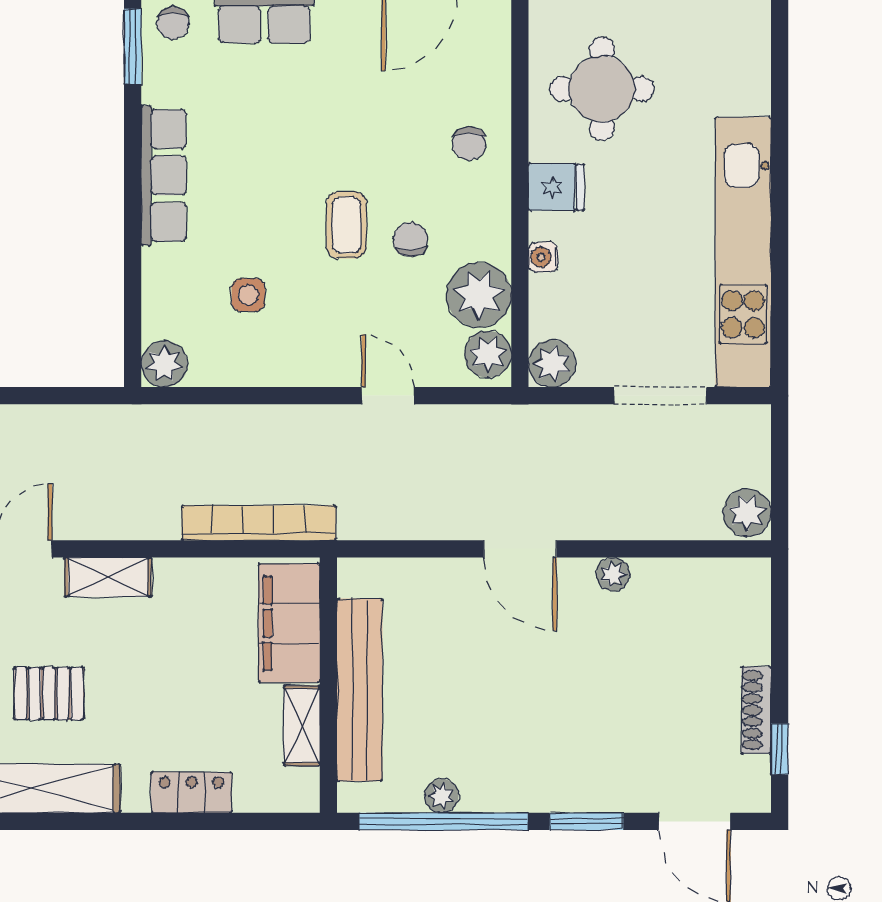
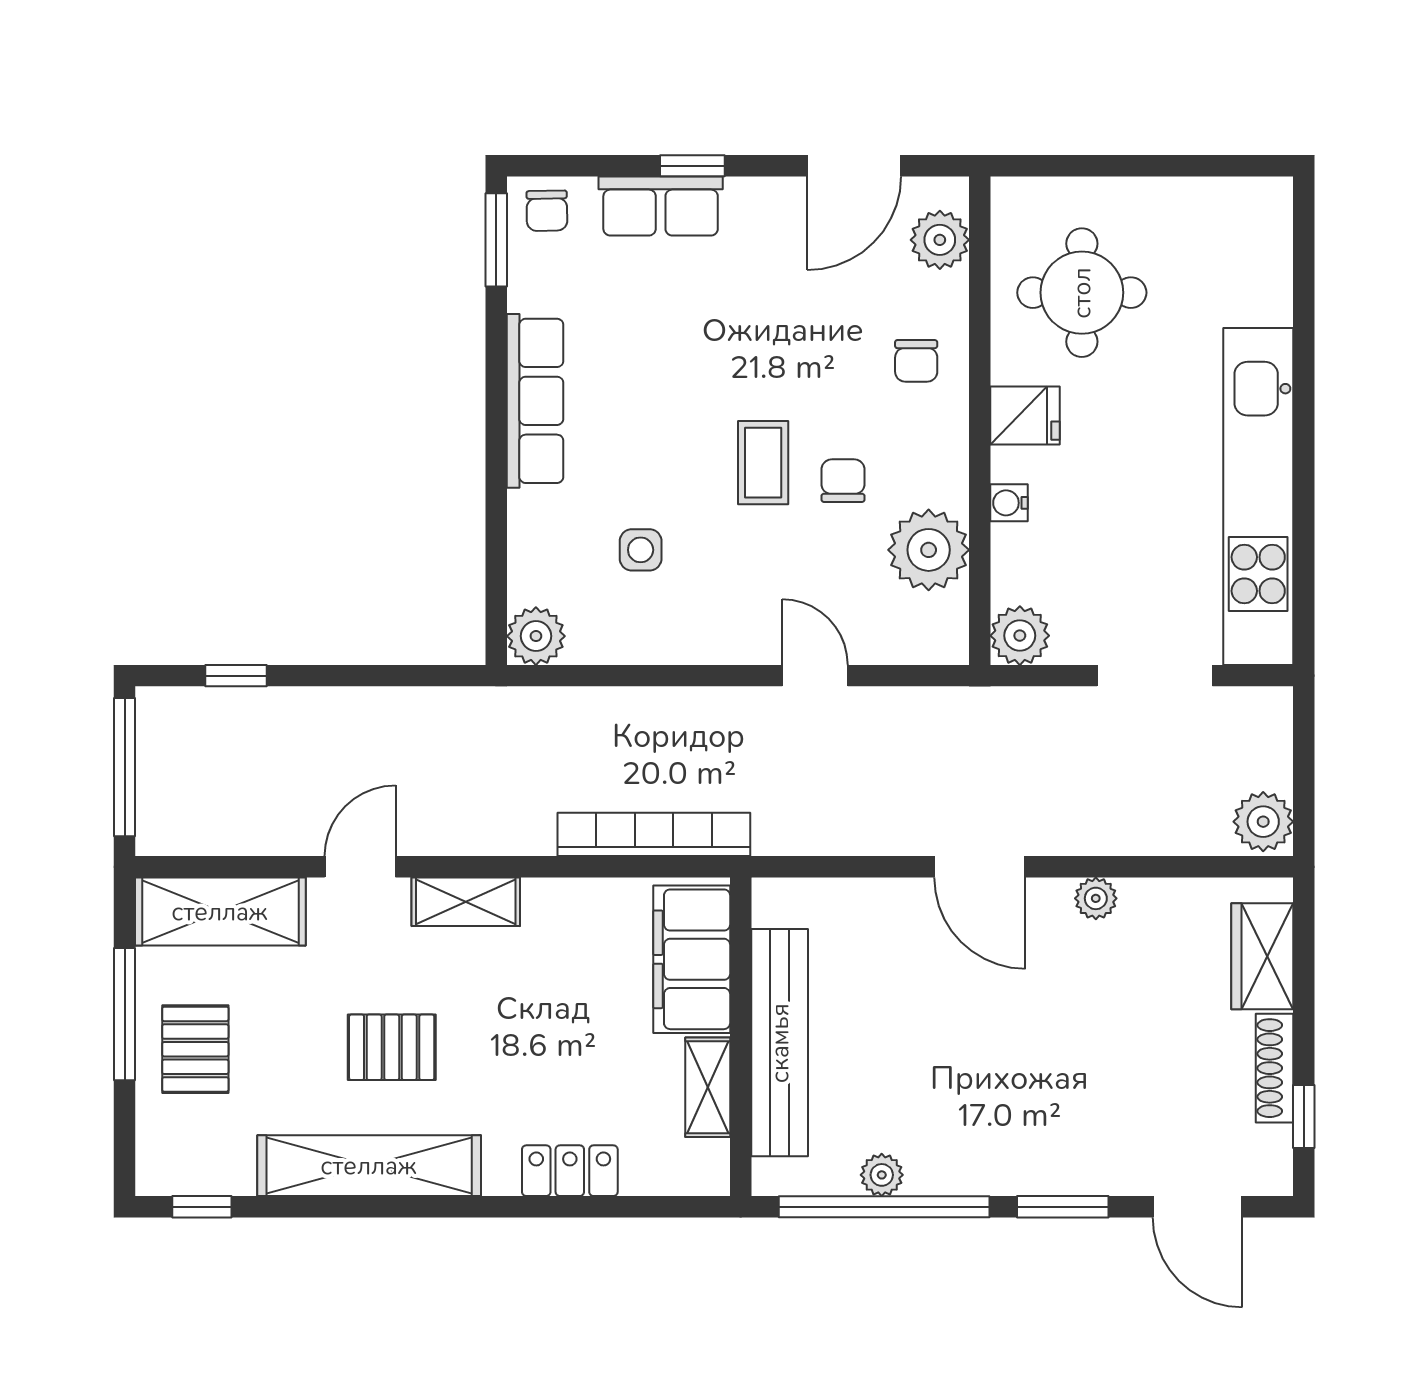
plant: (488, 354) -> (940, 240), moved
wardrobe: (746, 621) -> (1262, 956), added

